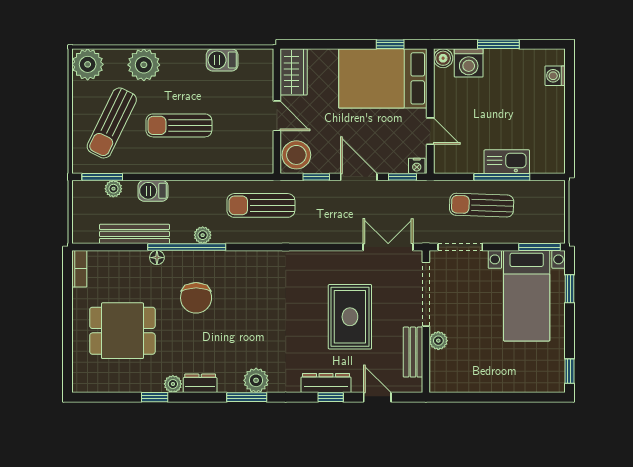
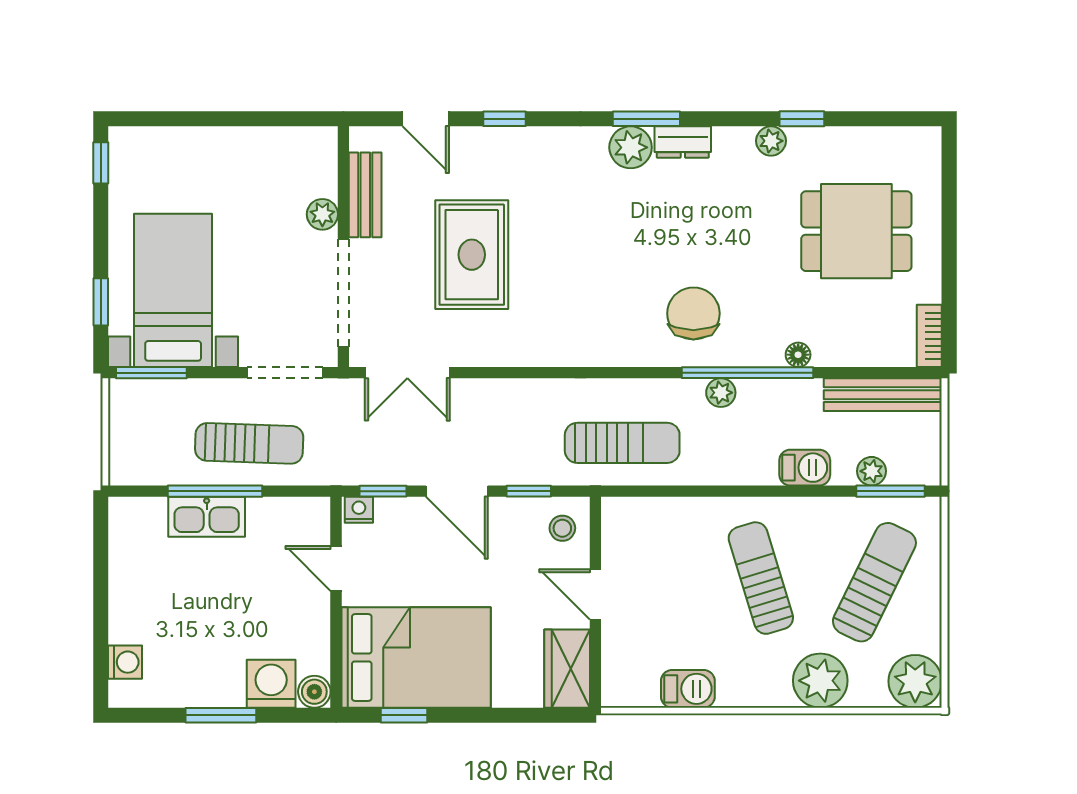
sun lounger: (179, 125) -> (761, 578), turned -107
stool: (296, 155) -> (562, 528), width x0.53, depth x0.53
bench: (134, 234) -> (883, 395), moved
chair: (196, 298) -> (693, 313), moved
dresser: (200, 383) -> (683, 142), moved
dresser: (326, 383) -> (512, 143), removed

